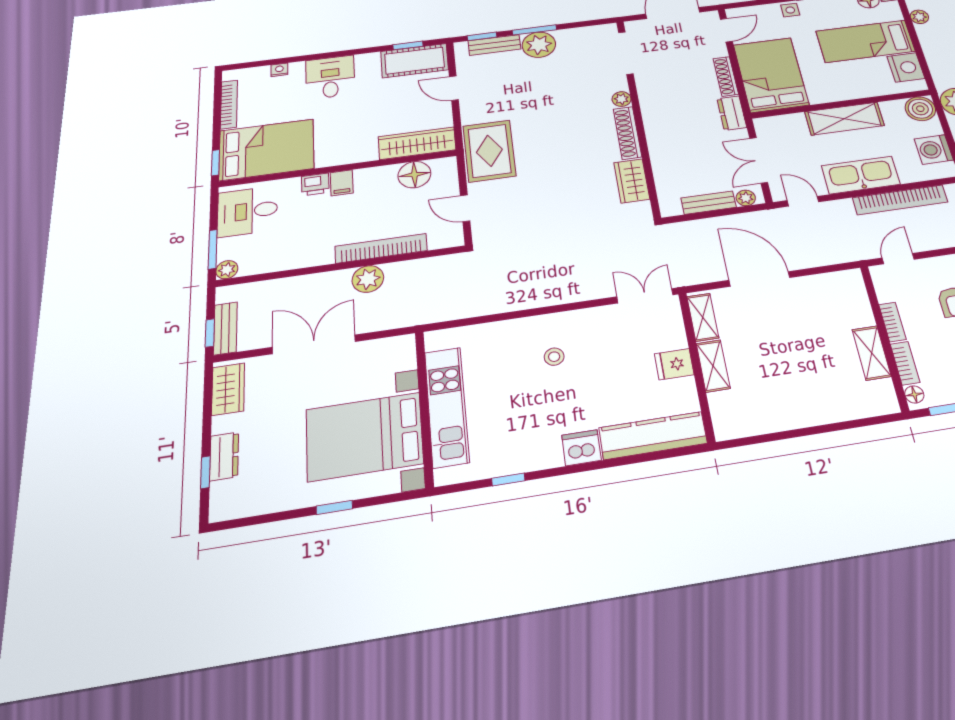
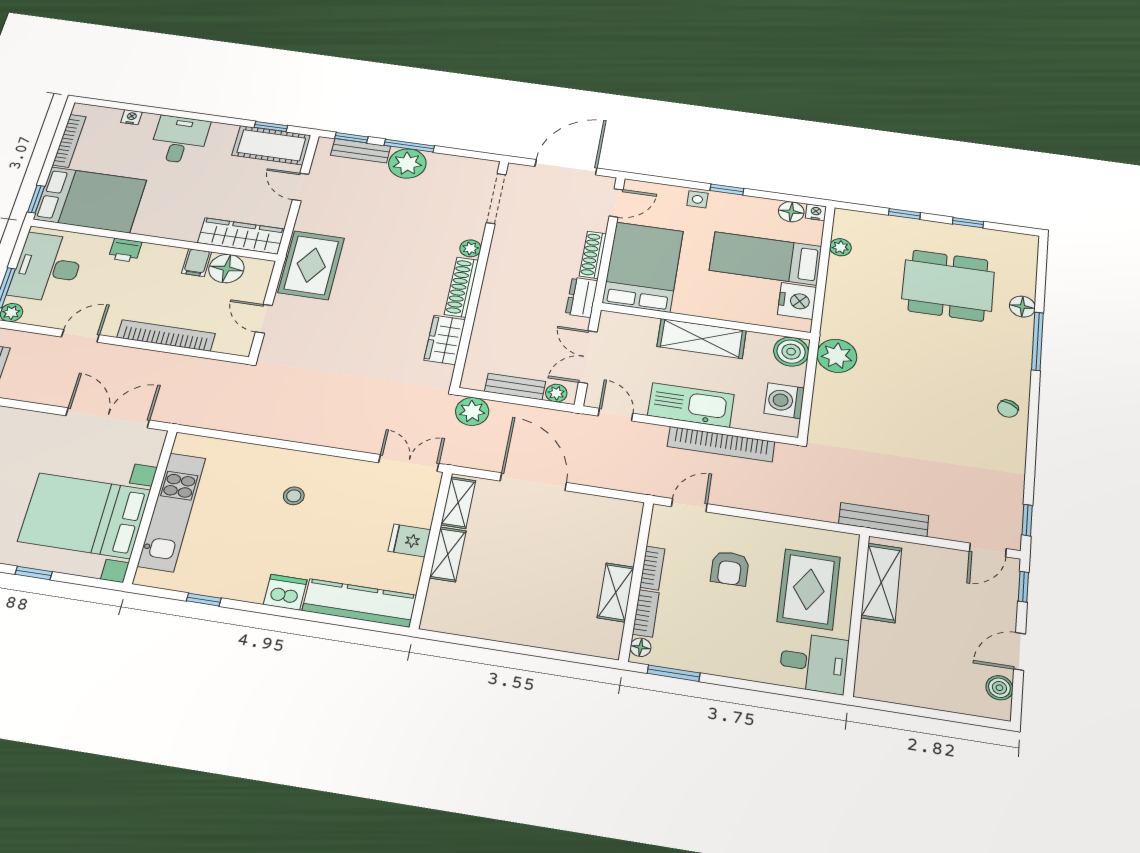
filing cabinet: (342, 183) -> (196, 263), moved
desk: (247, 211) -> (47, 268), width x1.37
door: (301, 272) -> (80, 336), added
plant: (368, 279) -> (472, 411), moved
double door: (314, 344) -> (108, 418), moved

